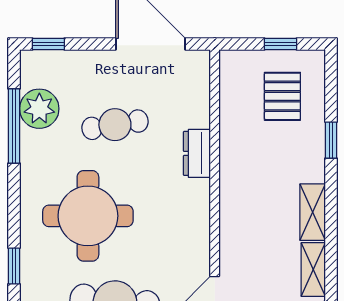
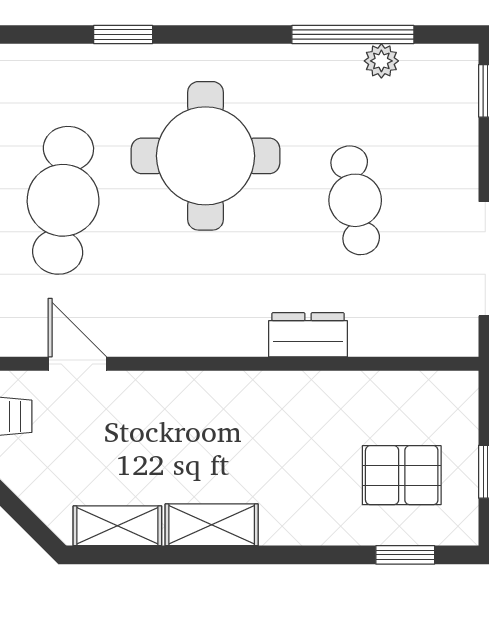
plant: (39, 109) -> (381, 61), width x0.53, depth x0.53
window: (331, 140) -> (405, 555), moved

